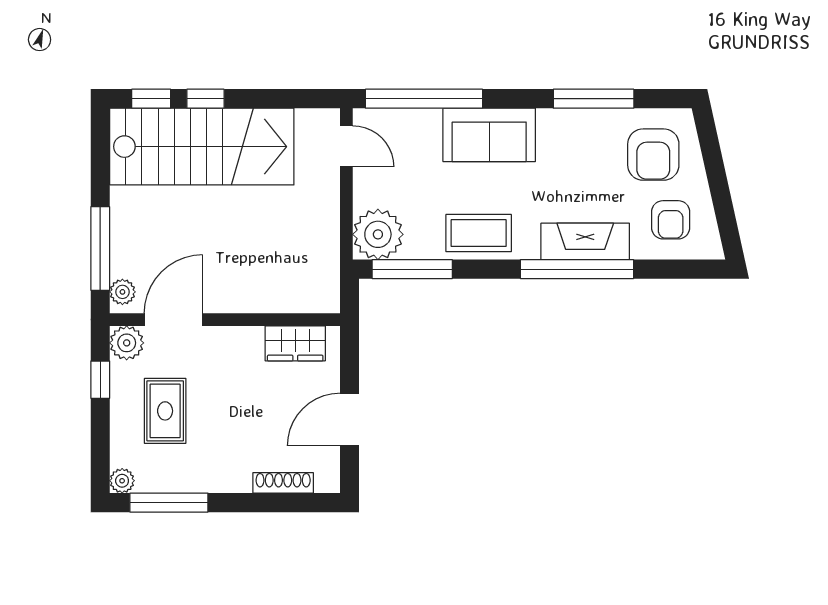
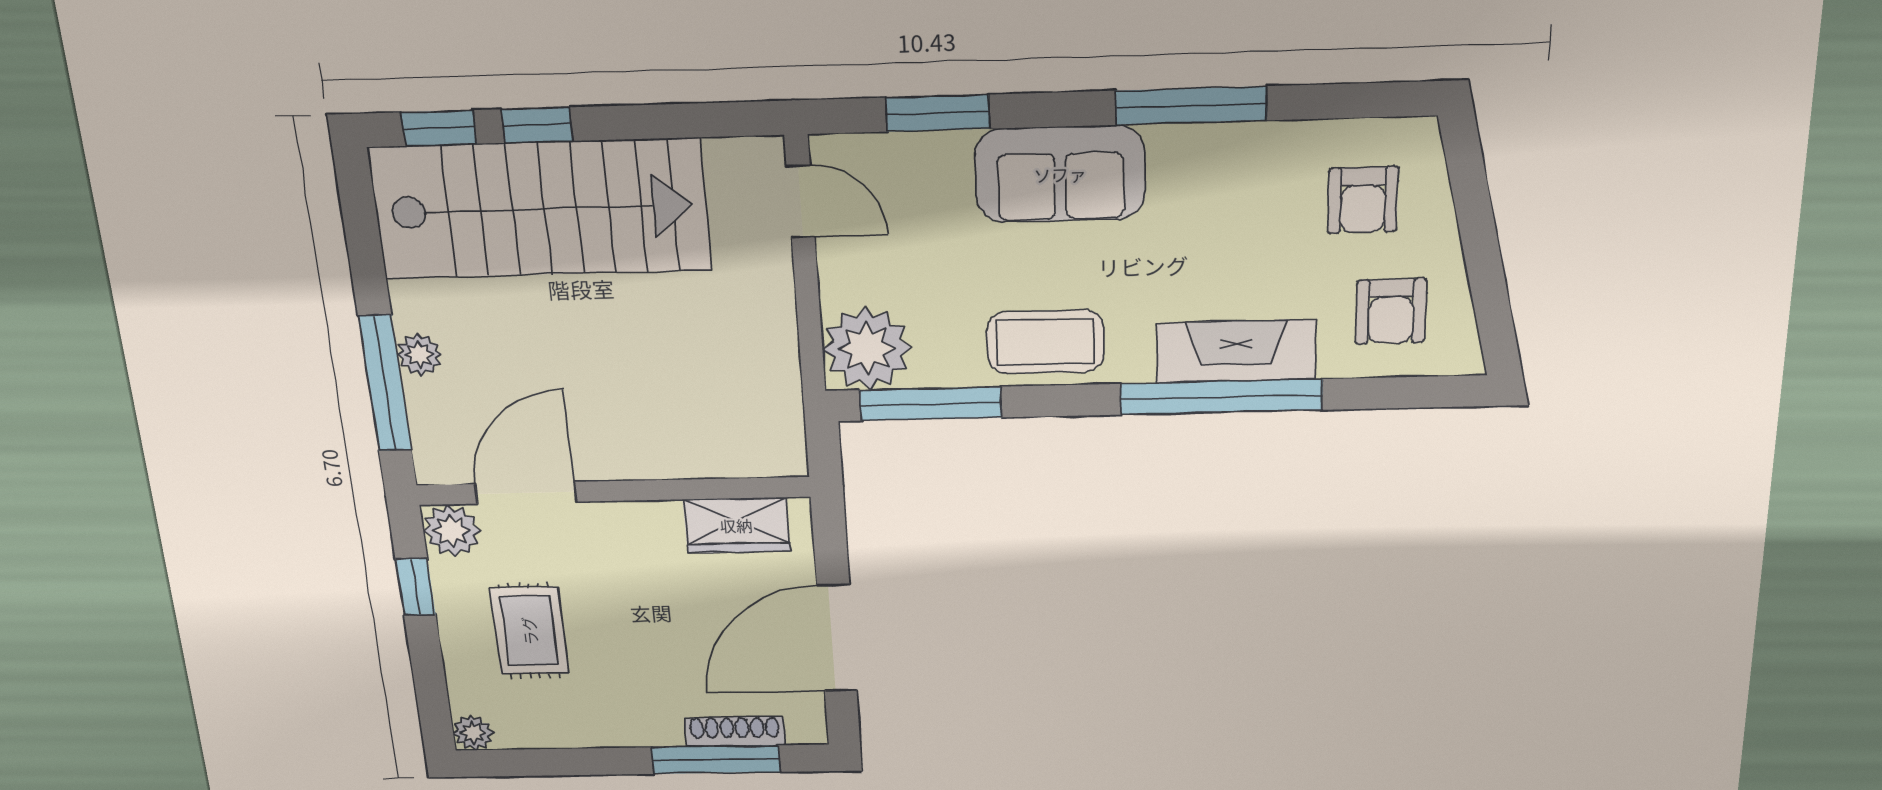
window: (424, 99) -> (938, 113), width x0.47
window: (594, 99) -> (1191, 106), moved
armchair: (653, 155) -> (1363, 200), width x0.72, depth x0.72
plant: (122, 292) -> (419, 355), moved
door: (350, 419) -> (837, 638), width x1.36
window: (169, 503) -> (716, 760), moved

